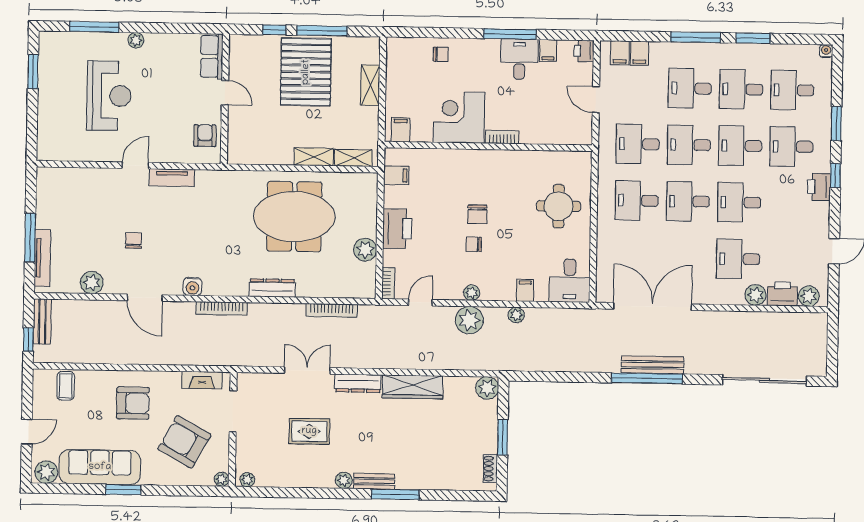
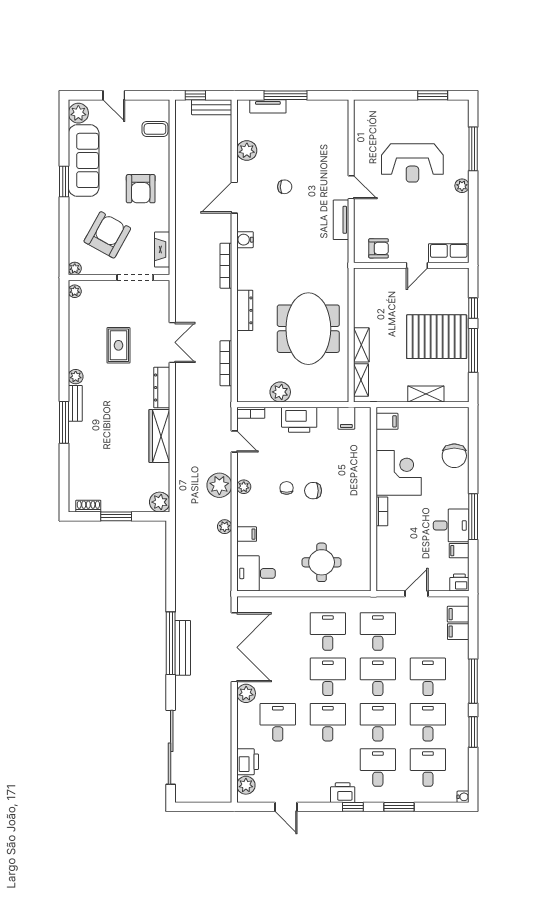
chair: (441, 54) -> (454, 456), width x1.87, depth x1.87
tv unit: (42, 258) -> (268, 106), width x0.71
plant: (756, 295) -> (246, 693), moved

